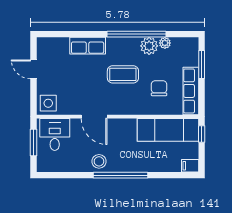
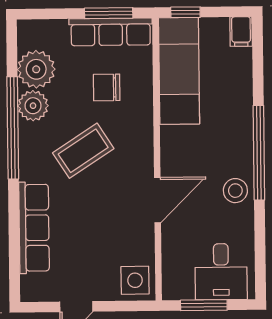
plant: (165, 43) -> (36, 69), width x1.88, depth x1.88
row of seats: (88, 46) -> (34, 228), width x1.48
window: (202, 64) -> (109, 13), moved
coffee table: (123, 74) -> (83, 151), turned 57
desk: (55, 135) -> (221, 272), moved, turned -90

